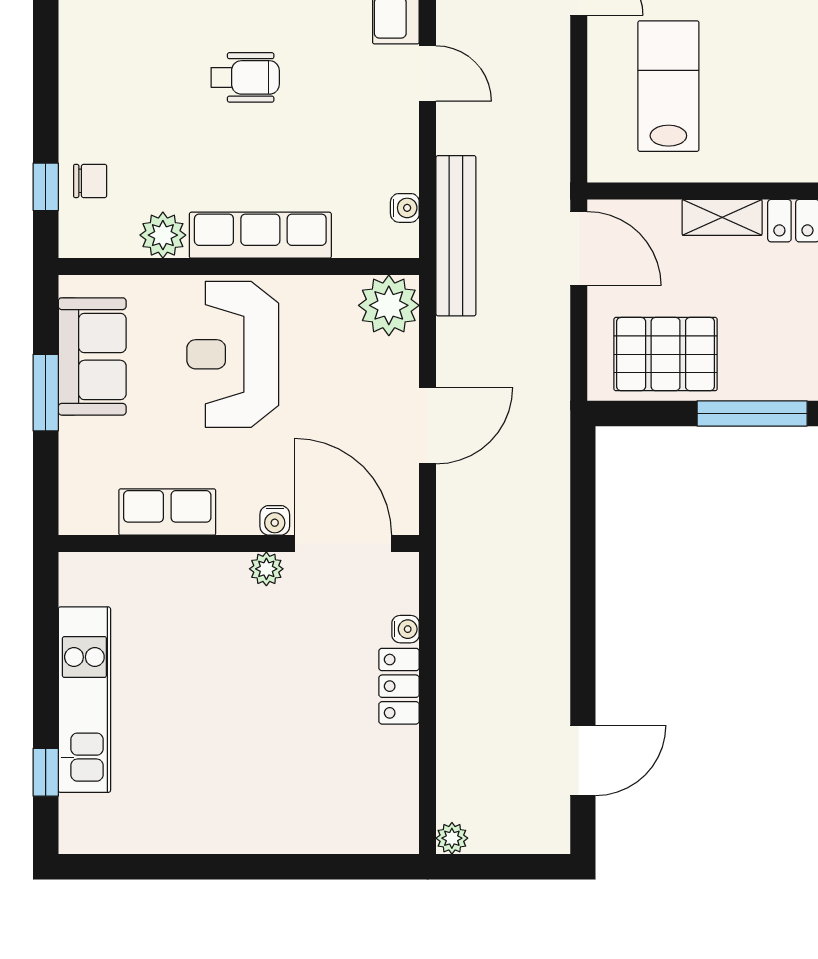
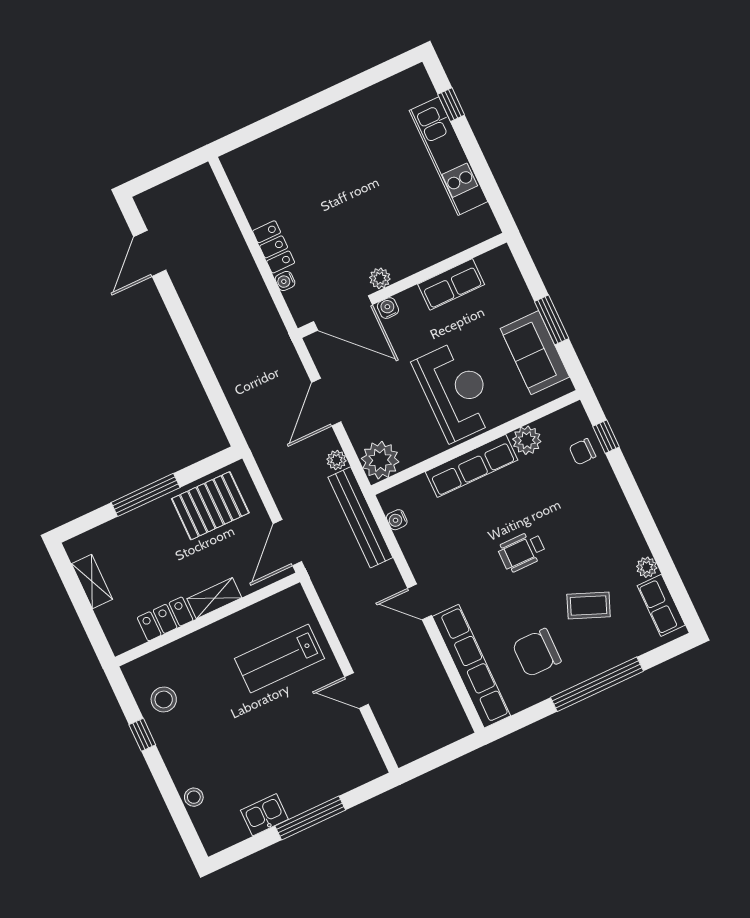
lab bench: (668, 86) -> (280, 658), turned 90
door: (579, 249) -> (287, 543), hinge flipped
plant: (452, 838) -> (336, 460), moved

